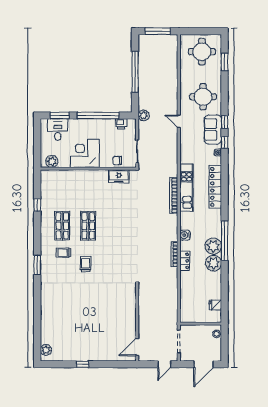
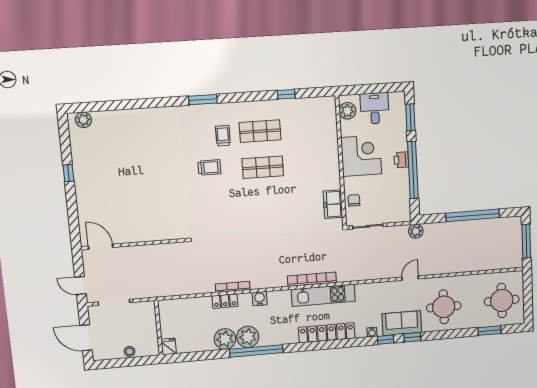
printer: (121, 124) -> (401, 160), moved
desk: (58, 130) -> (375, 108), moved, turned -90
wall: (201, 324) -> (159, 328), moved

